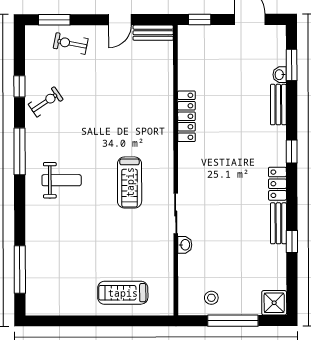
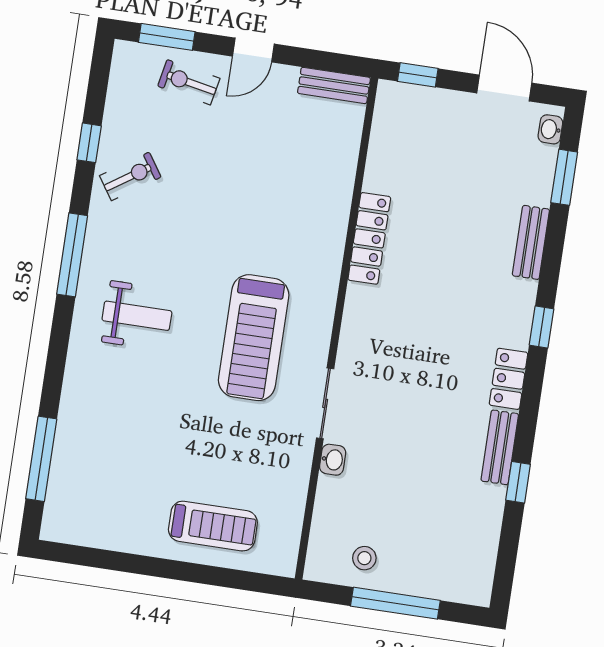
door: (120, 20) -> (253, 50), moved
washbasin: (280, 75) -> (550, 129), moved
treadmill: (130, 182) -> (254, 338), width x1.37, depth x1.38
treadmill: (123, 293) -> (213, 526), turned 180
shower: (274, 303) -> (471, 583), removed

